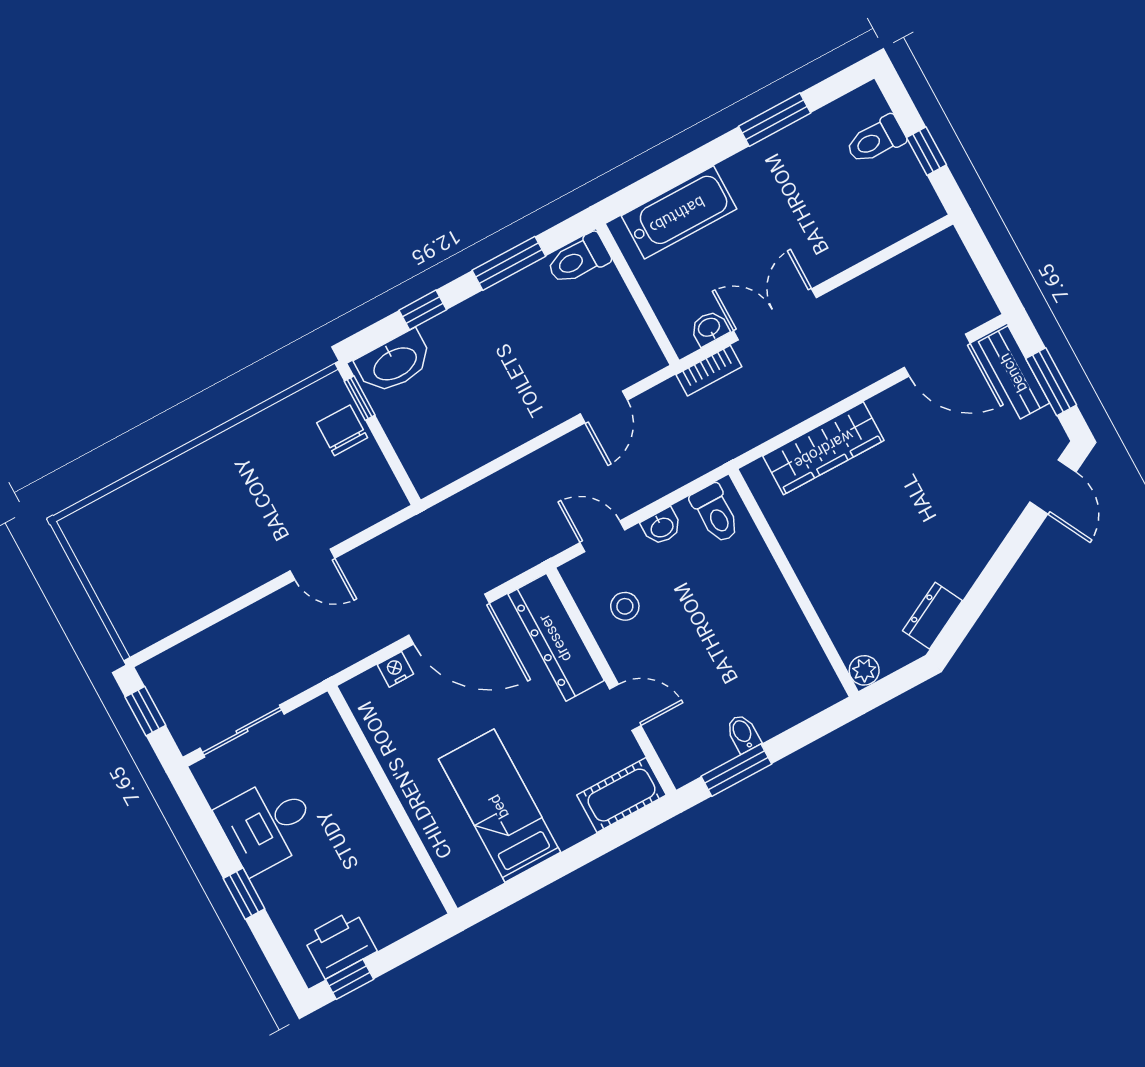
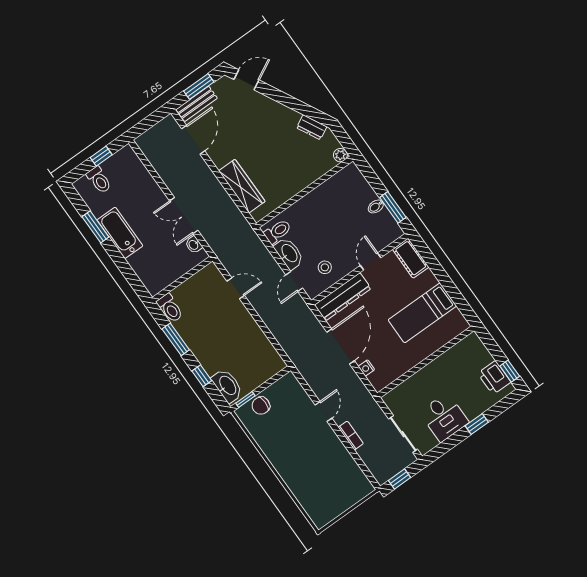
bathtub: (679, 212) -> (120, 233), moved
bookcase: (709, 371) -> (351, 435), moved
washbasin: (662, 527) -> (289, 253), width x1.91, depth x1.45

